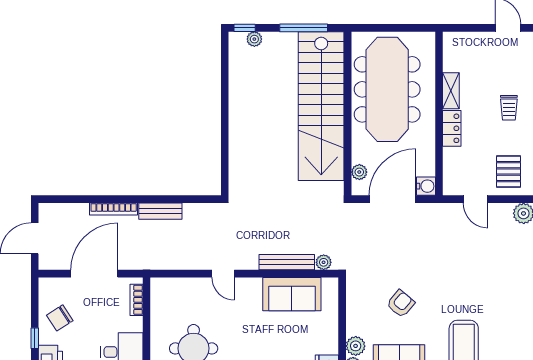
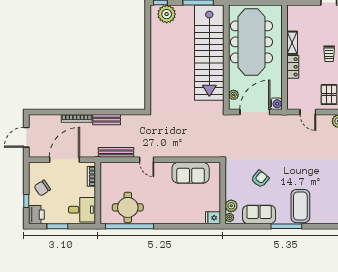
plant: (254, 39) -> (167, 14), width x1.87, depth x1.87
bench: (287, 262) -> (116, 152), moved
plant: (324, 262) -> (211, 152), removed

